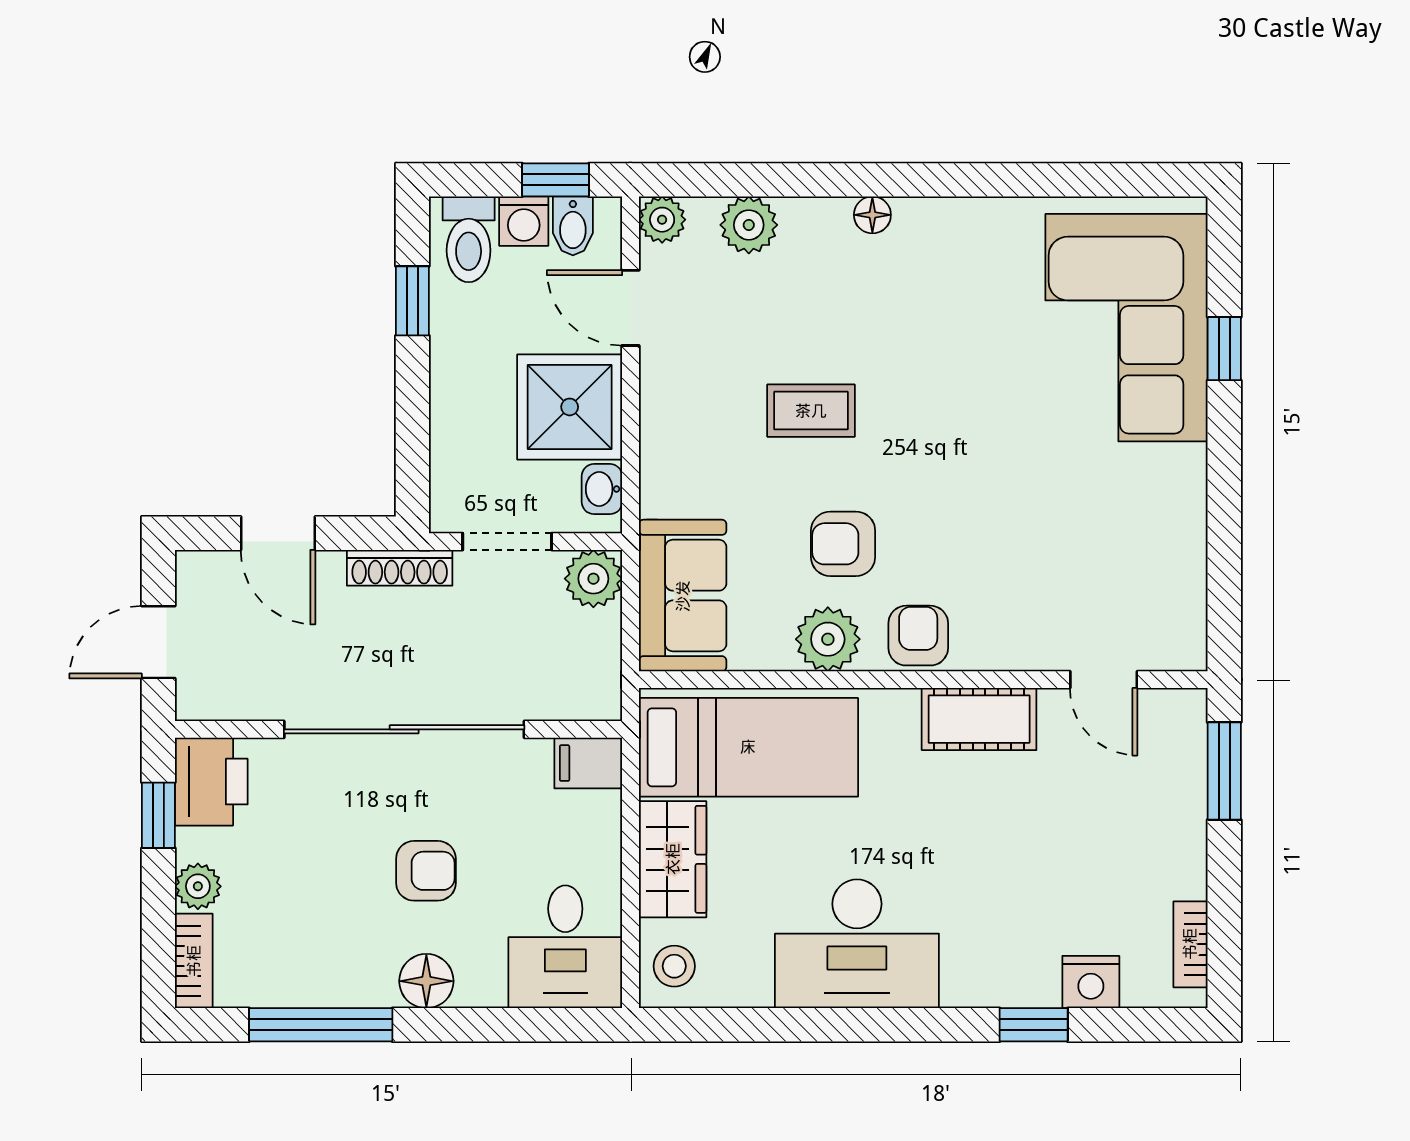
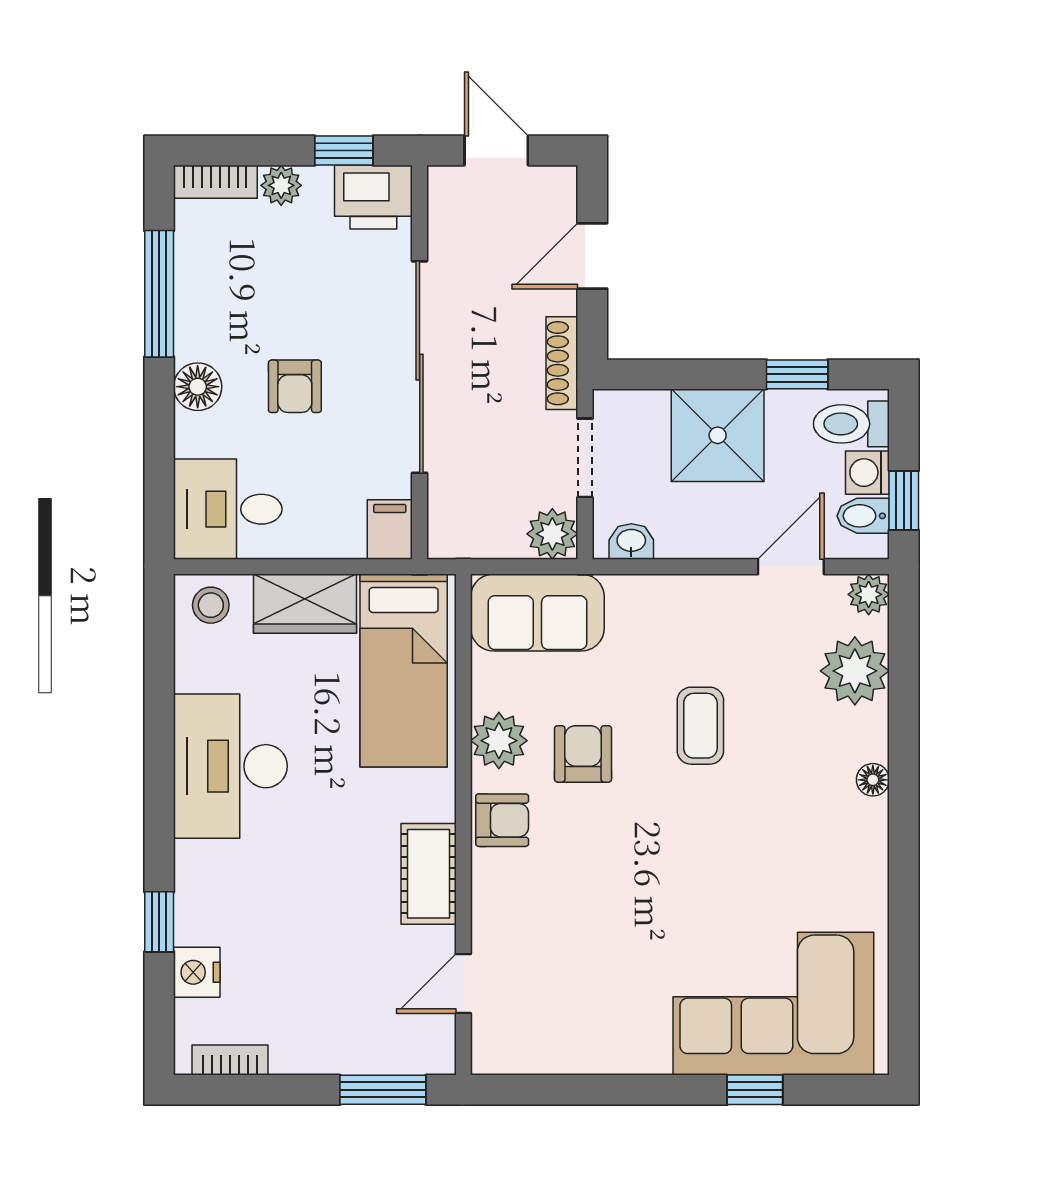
plant: (749, 225) -> (855, 671), width x1.36, depth x1.36
shower: (570, 407) -> (718, 435), moved

